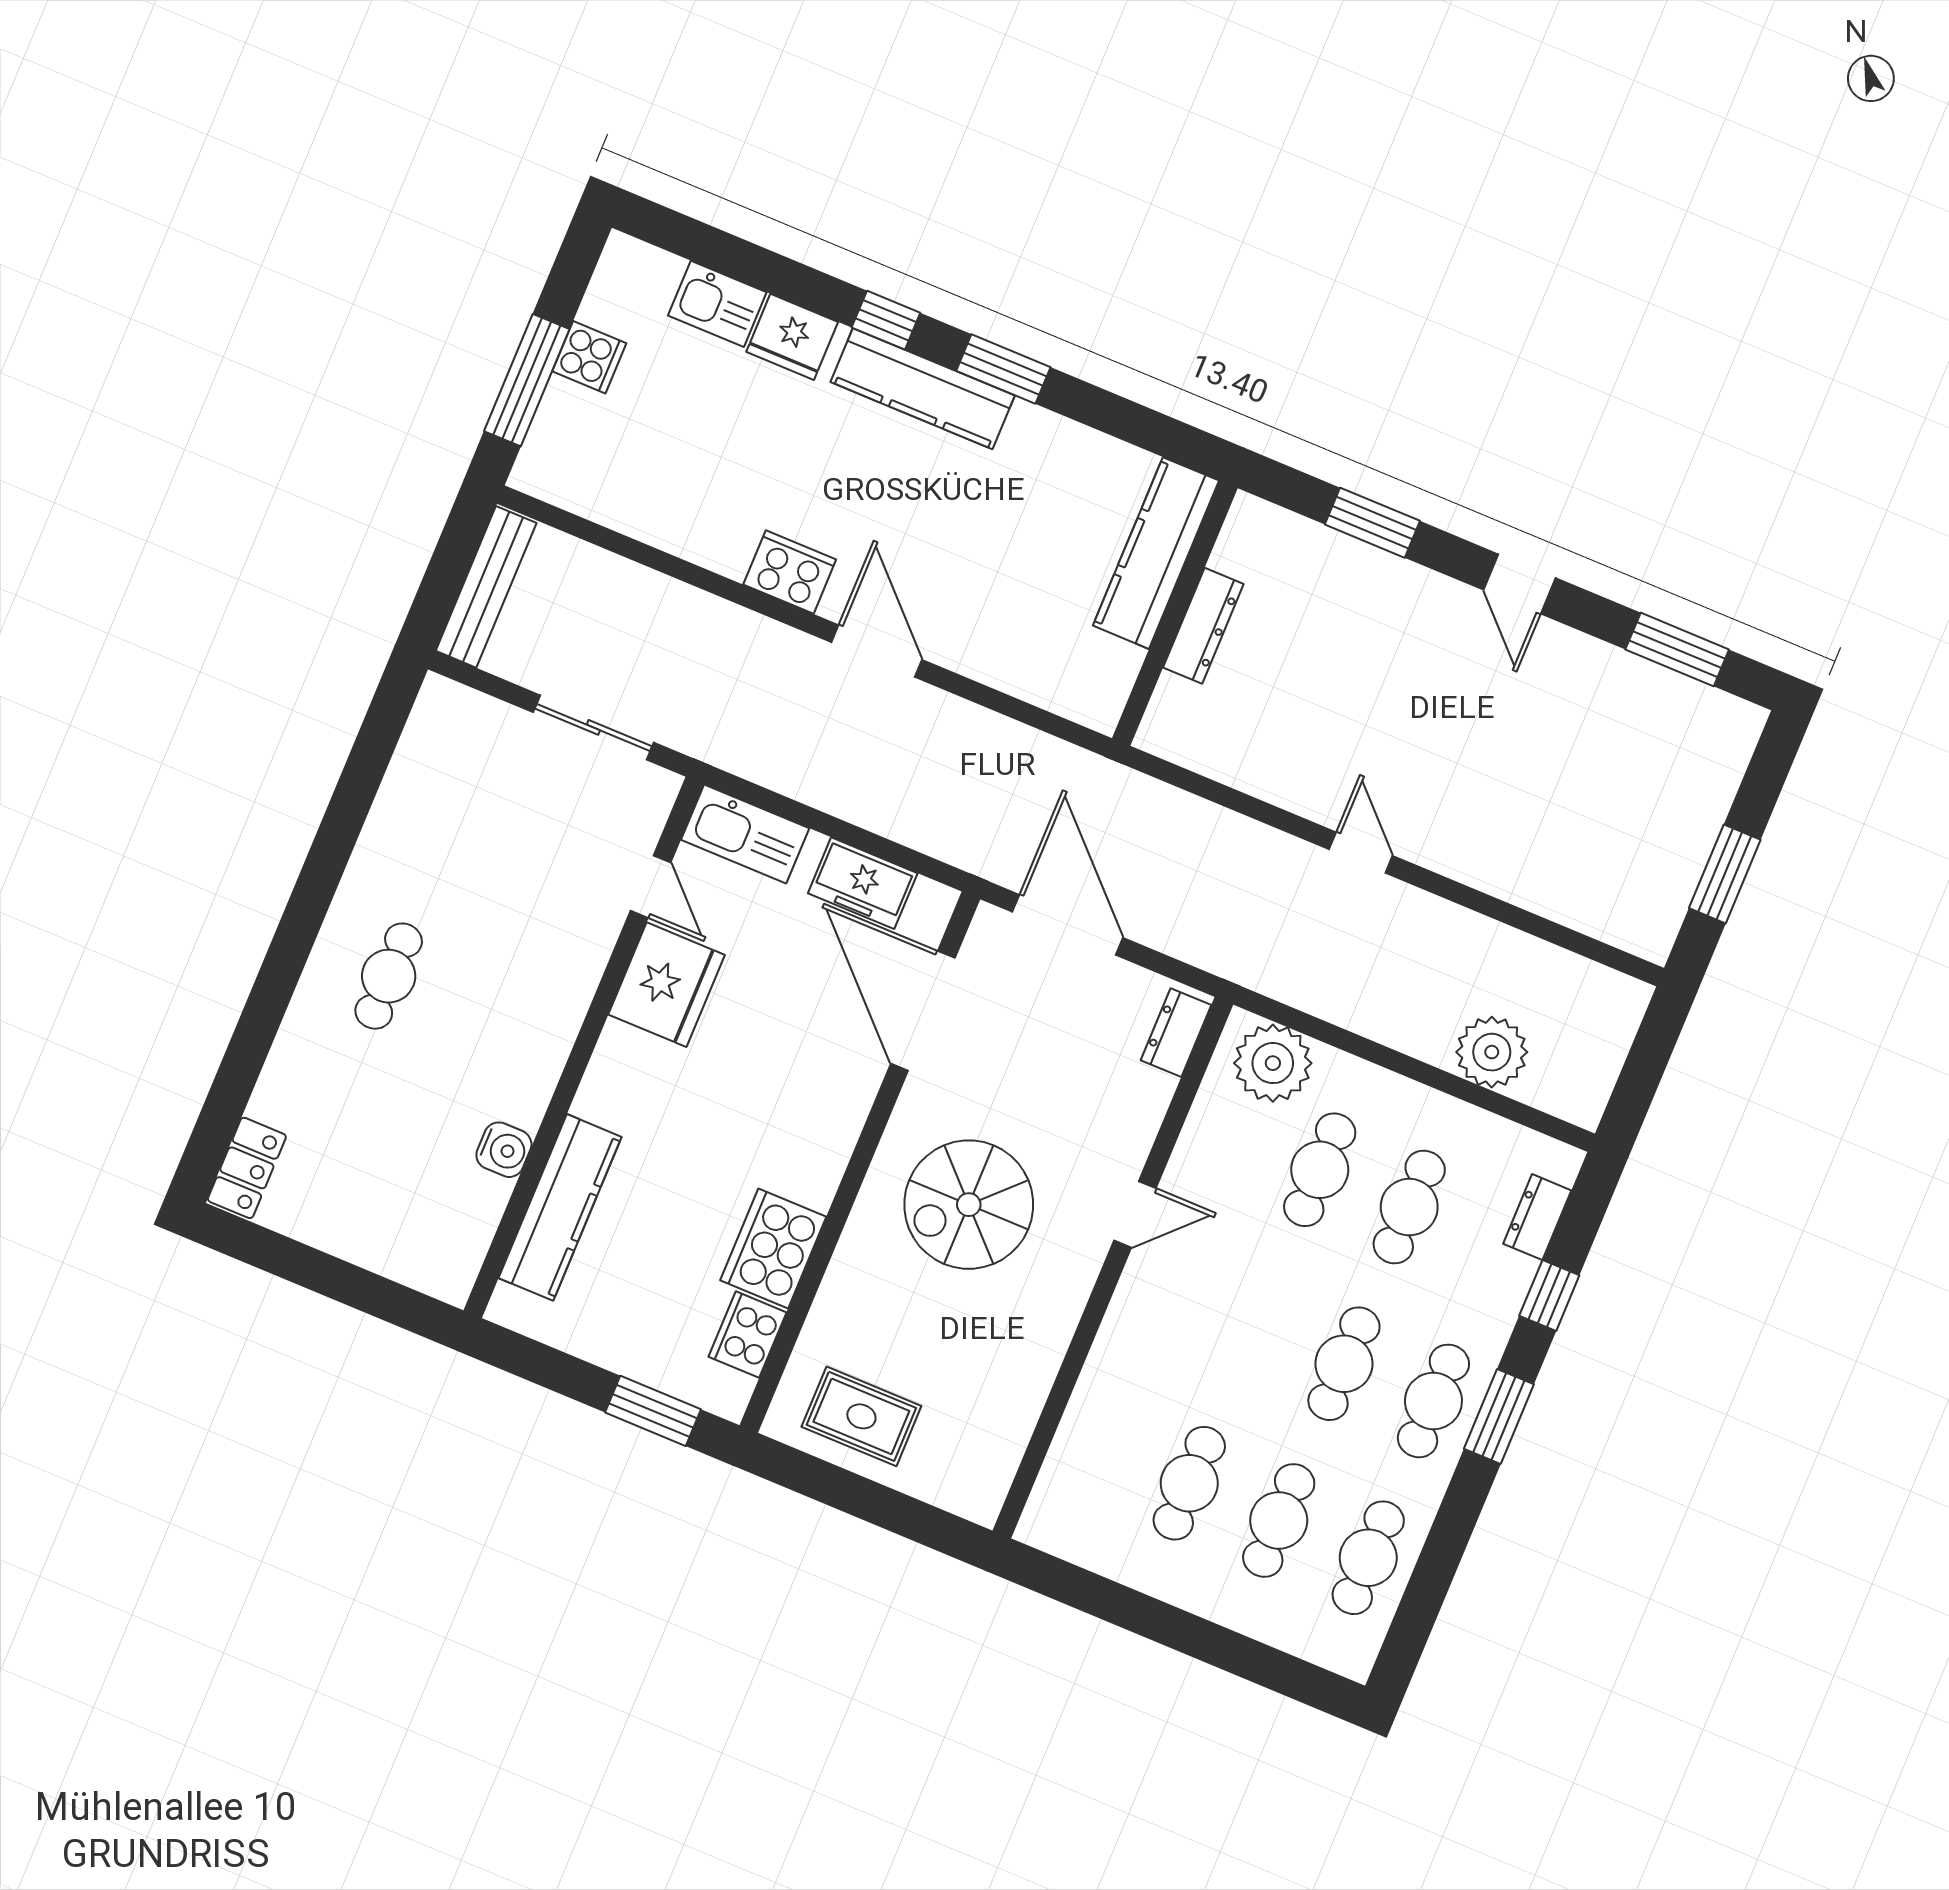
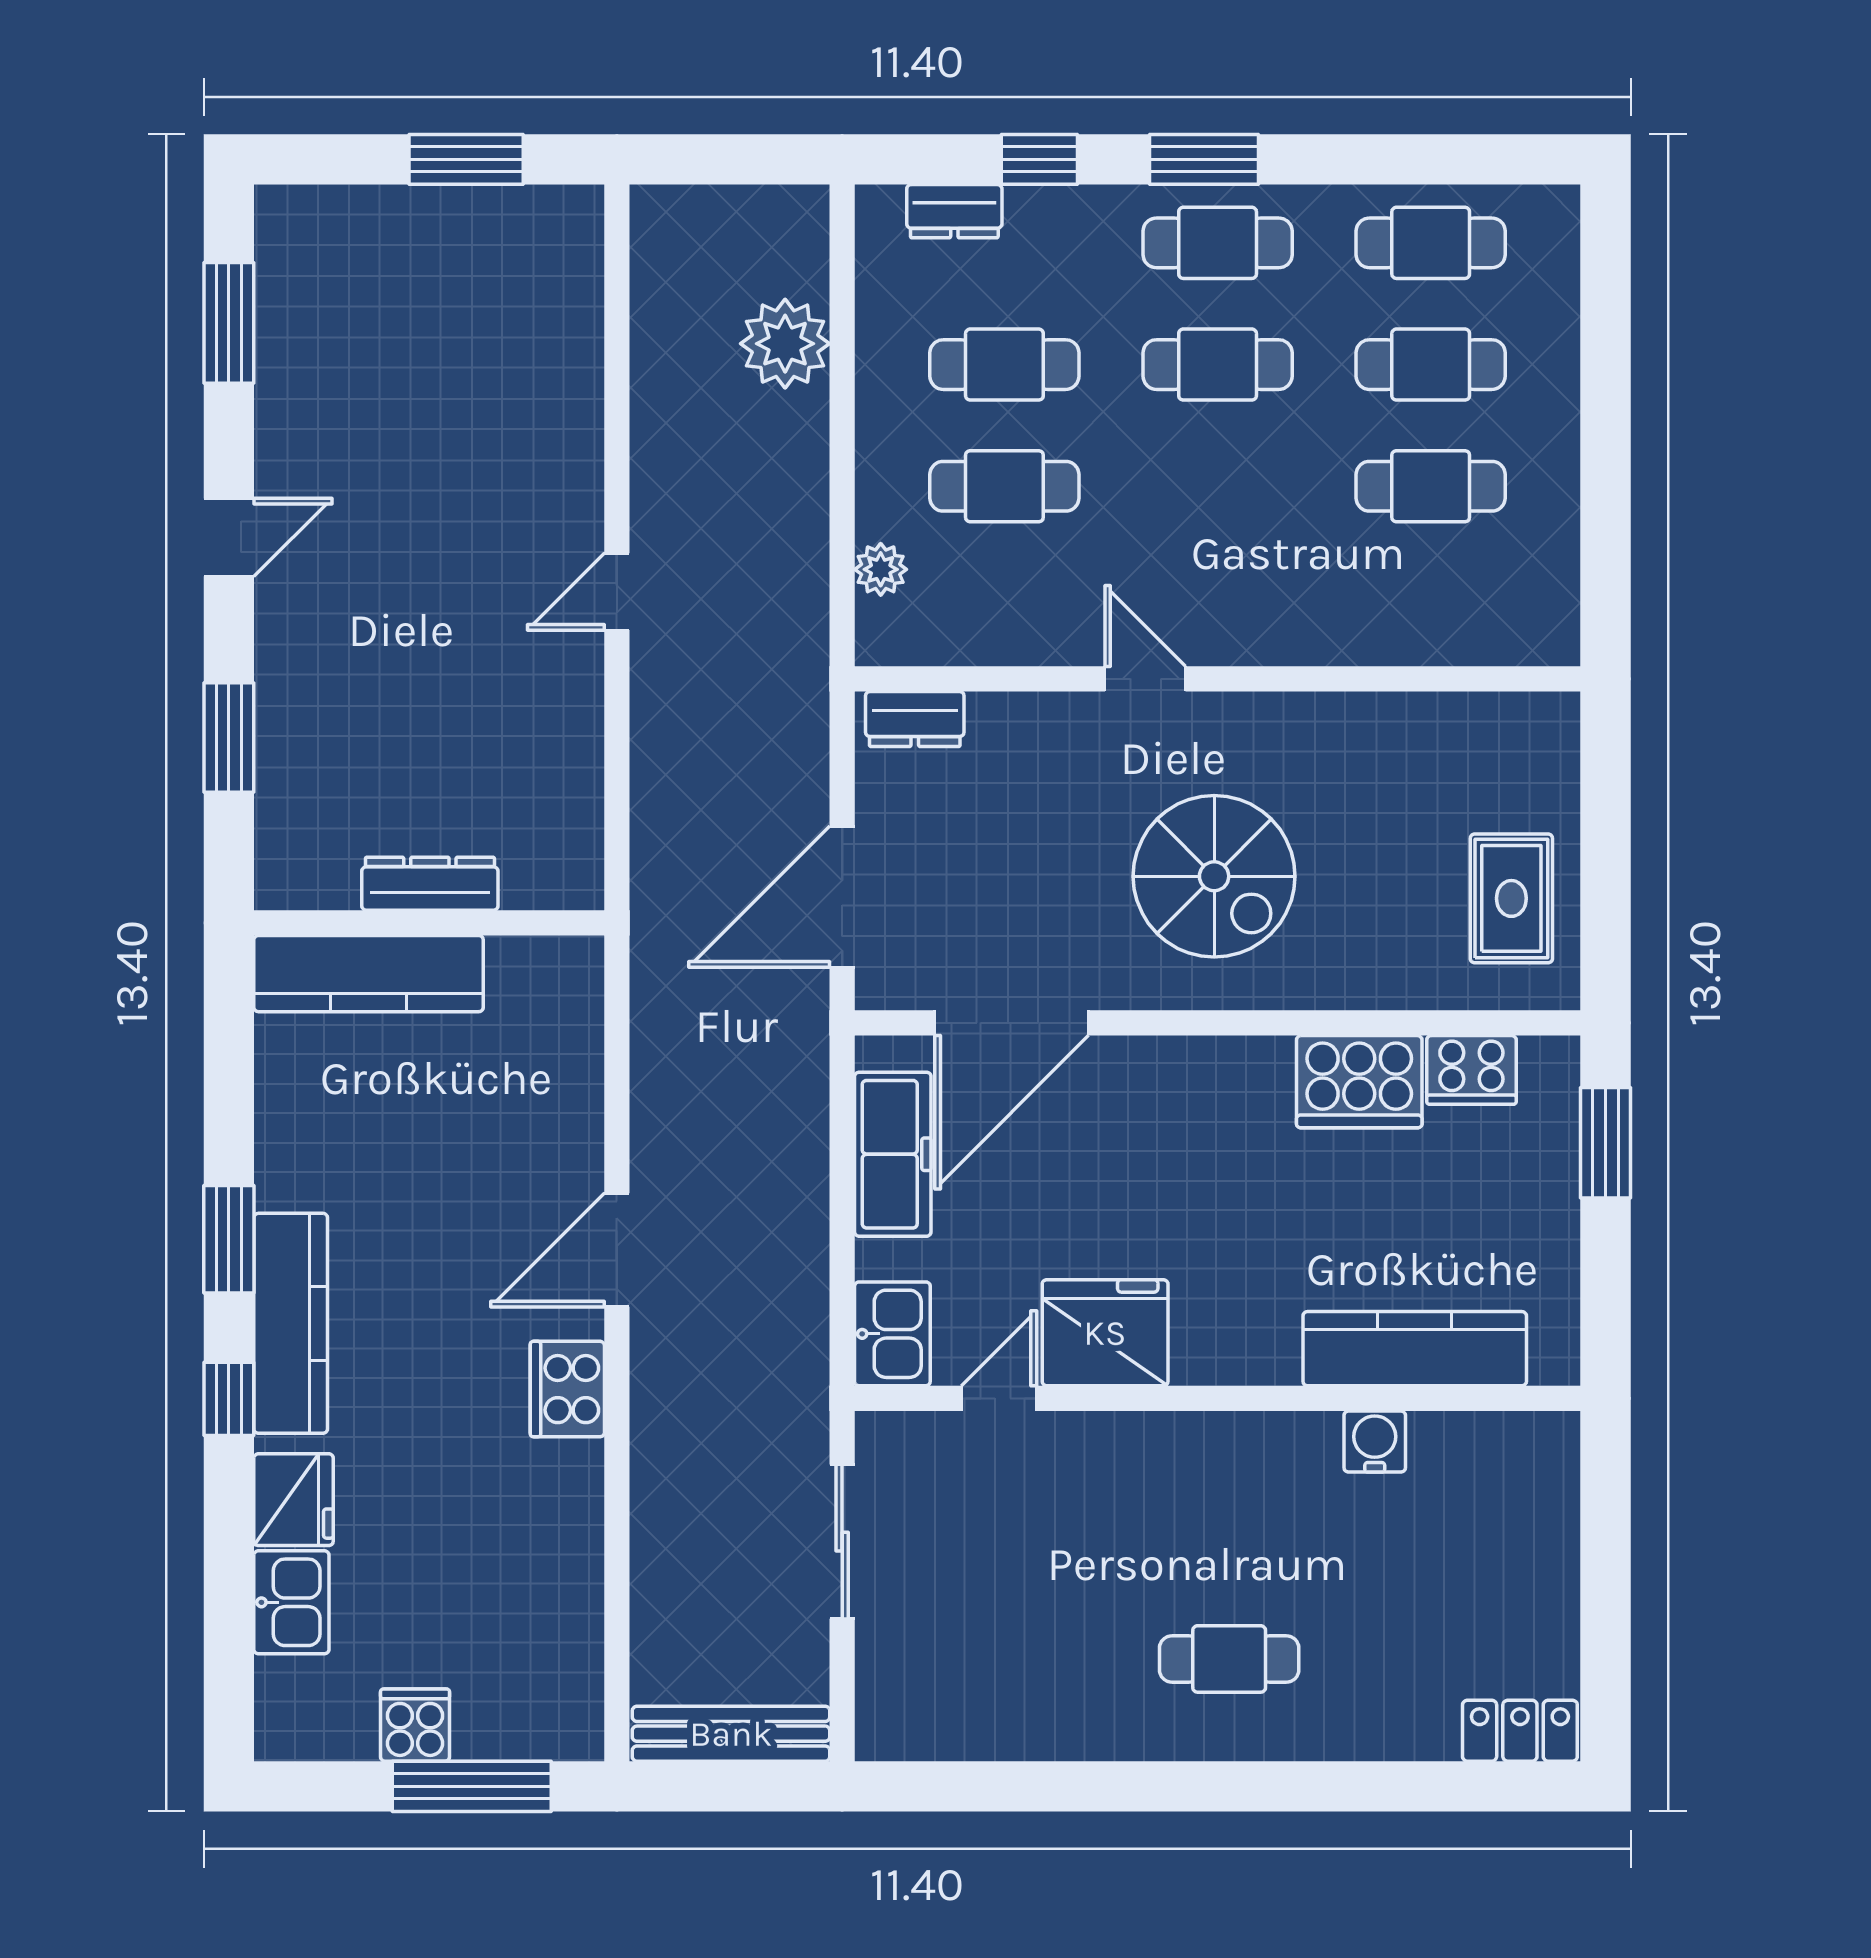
kitchen sink: (745, 834) -> (892, 1334), width x0.73
freezer: (863, 883) -> (893, 1154), width x1.40
plant: (1273, 1063) -> (881, 569), width x0.53, depth x0.53

